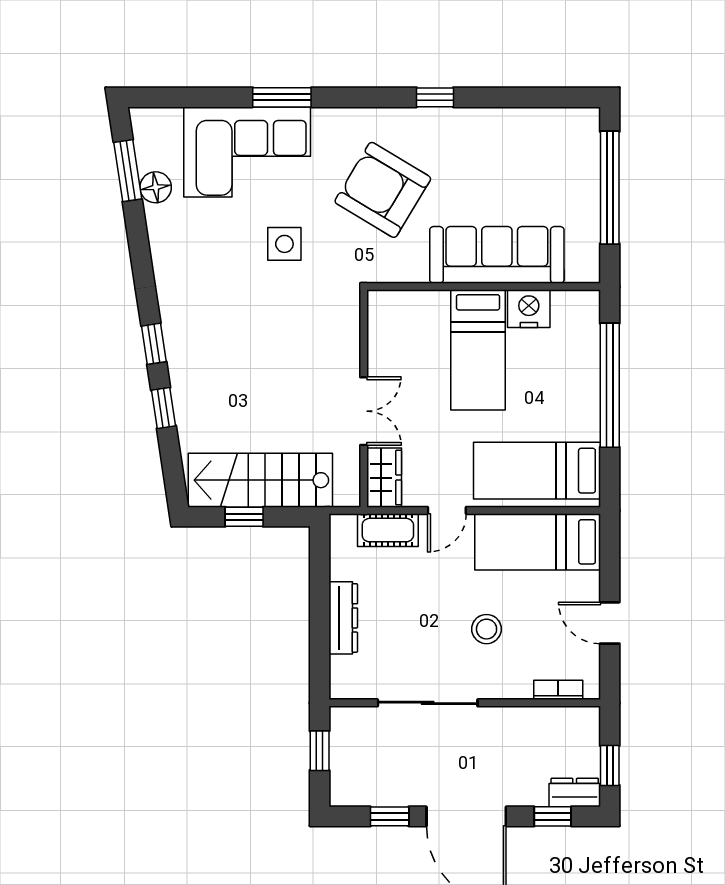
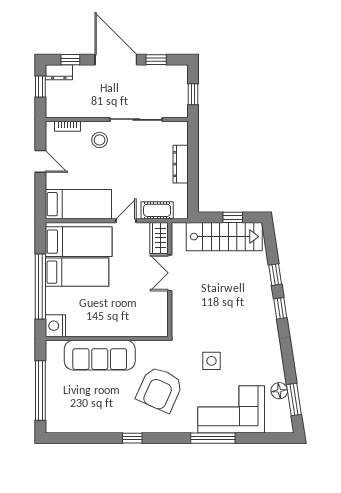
window: (282, 97) -> (213, 438), width x1.44
armchair: (383, 190) -> (160, 389), turned 83
nightstand: (529, 309) -> (55, 326), moved, turned 90
bed: (478, 350) -> (77, 272), moved, turned 90
stool: (487, 629) -> (100, 140), moved

